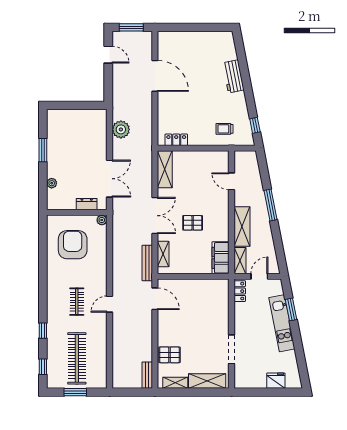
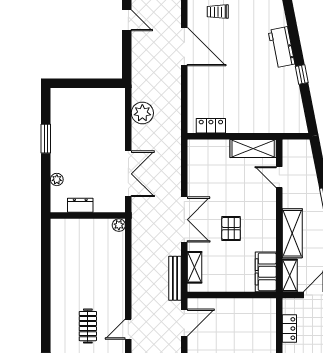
window: (255, 125) -> (302, 75), moved
trolley: (224, 129) -> (218, 12), moved
shelving: (165, 169) -> (253, 149), moved, turned 90
dresser: (87, 204) -> (80, 205), moved
pallet: (193, 223) -> (231, 229), turned 90
armchair: (73, 245) -> (83, 256), removed
locker: (240, 291) -> (289, 329), moved
door: (155, 299) -> (184, 323), hinge flipped

